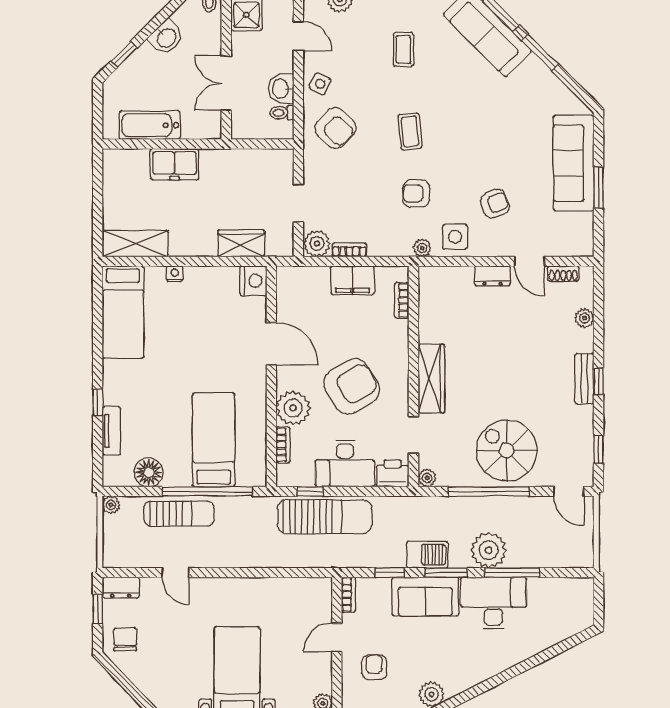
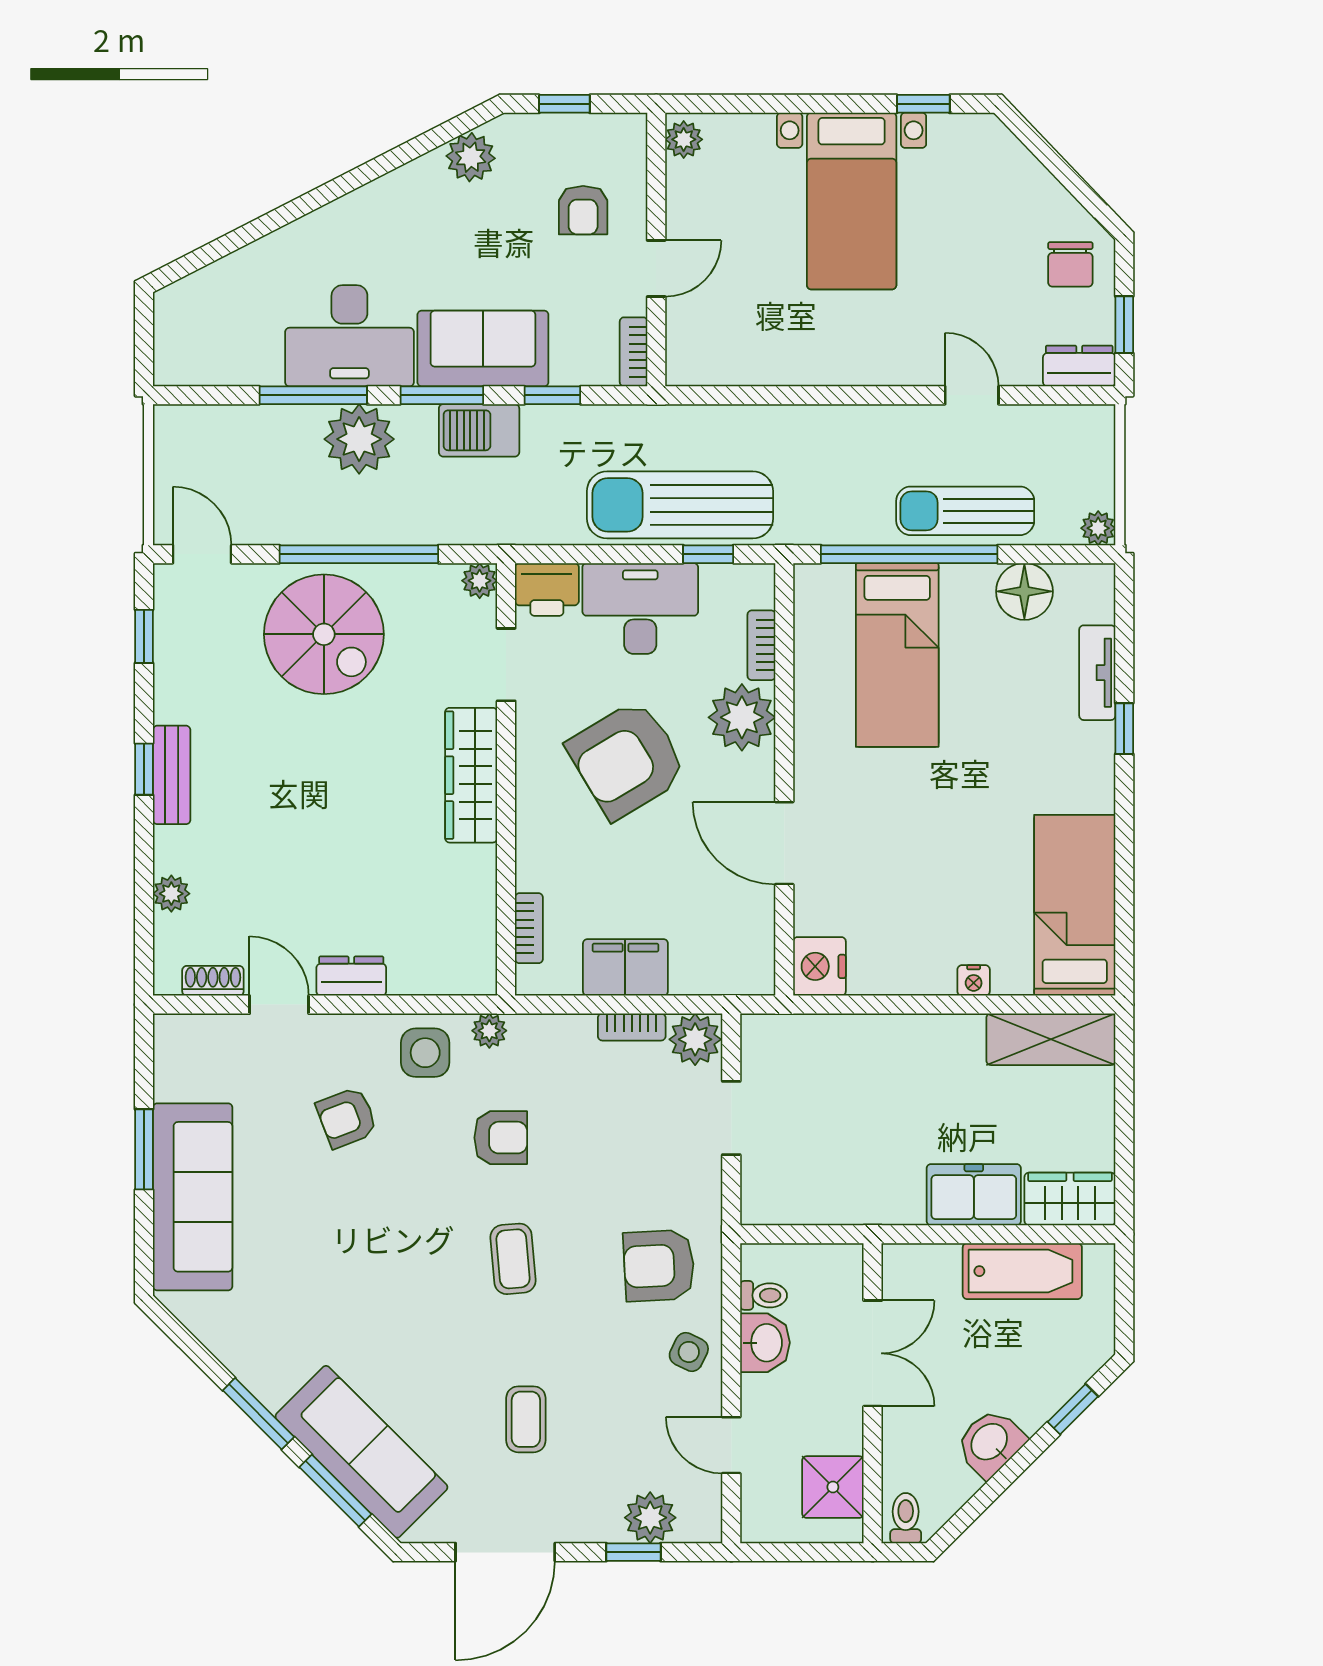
armchair: (335, 128) -> (659, 1266), turned -46
wardrobe: (241, 243) -> (1070, 1199), moved, turned 180

